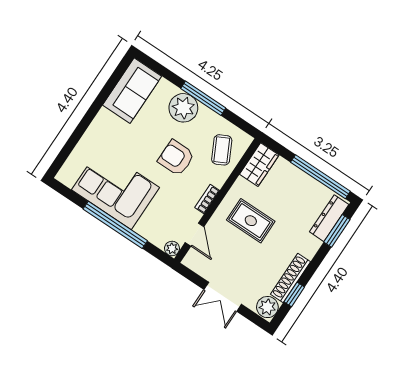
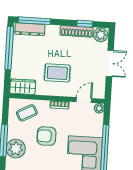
armchair: (176, 158) -> (46, 136), turned 90
rug: (251, 221) -> (57, 73), turned 90
window: (337, 231) -> (34, 21), width x1.44

